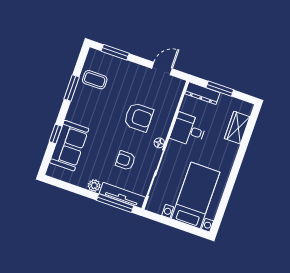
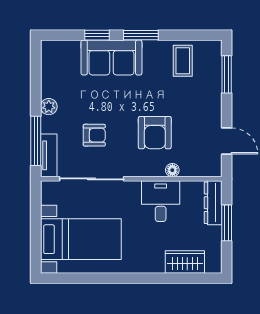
window: (72, 88) -> (141, 35), moved
floor lamp: (159, 143) -> (172, 170), moved
sofa: (69, 146) -> (111, 58), moved
armchair: (125, 160) -> (94, 135), turned 90
tv unit: (122, 195) -> (49, 155), width x0.71

